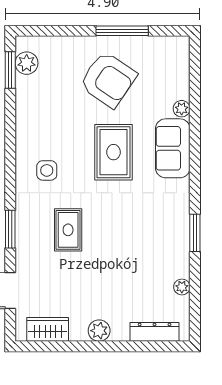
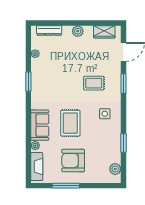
fireplace: (179, 68) -> (37, 167), added
window: (10, 70) -> (124, 143), moved
armchair: (108, 80) -> (73, 161), turned -34
rug: (68, 230) -> (94, 83), turned 90

